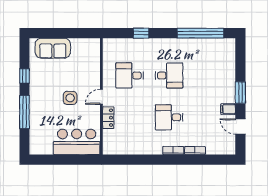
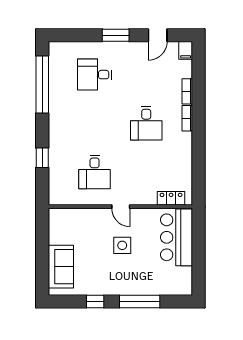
desk: (169, 75) -> (95, 75), moved, turned -90
filing cabinet: (228, 109) -> (186, 50), moved
locker: (108, 118) -> (171, 198), moved

